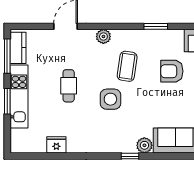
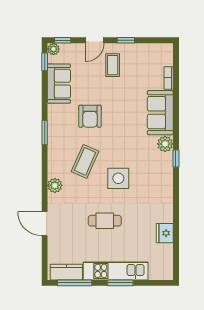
coffee table: (127, 66) -> (85, 161), turned -74

